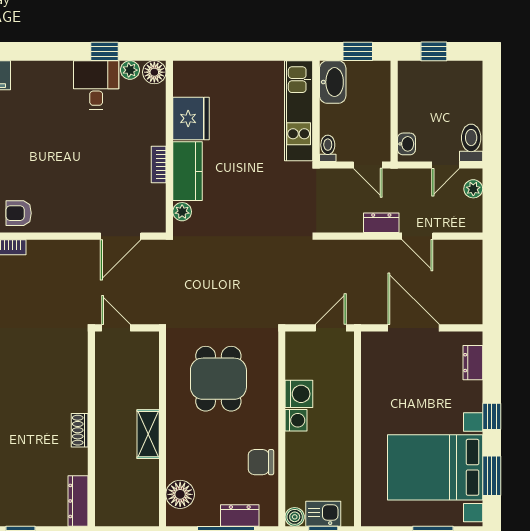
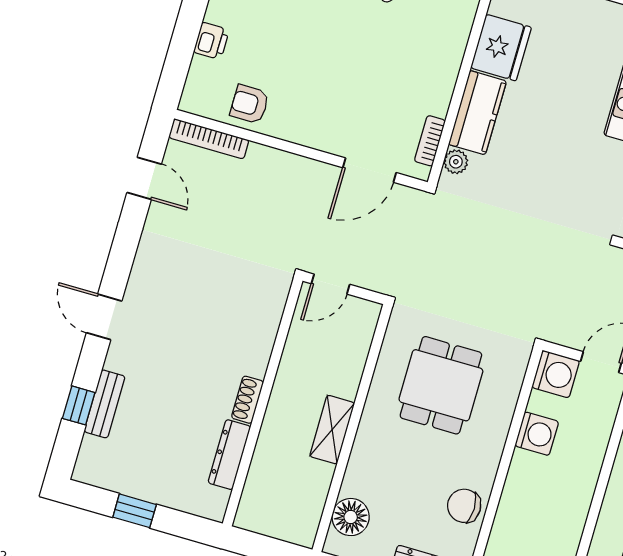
bookcase: (159, 164) -> (430, 141), moved
door: (116, 328) -> (331, 284), swing flipped
washing machine: (296, 420) -> (556, 374), moved, width x1.38, depth x1.38
dresser: (78, 501) -> (229, 455), moved

